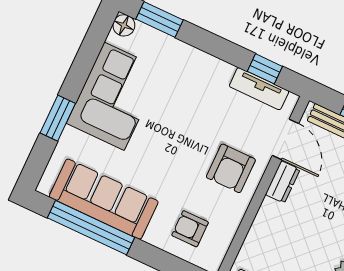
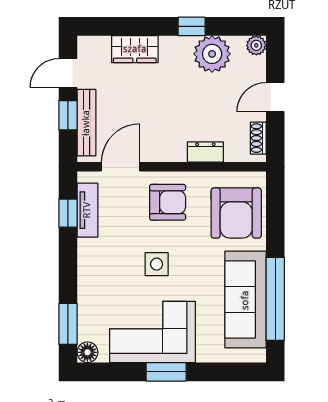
window: (58, 118) -> (166, 372), moved
side table: (177, 130) -> (157, 264), added
dresser: (283, 182) -> (205, 152), moved
armchair: (190, 229) -> (236, 213), width x1.88, depth x1.88

